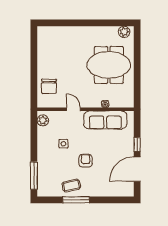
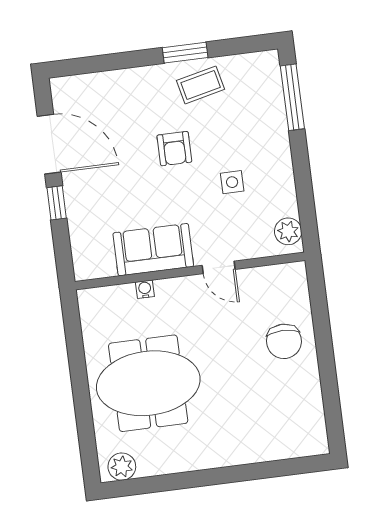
chair: (49, 86) -> (284, 341), moved, turned 180
sofa: (105, 120) -> (153, 250), width x0.73
door: (137, 169) -> (49, 144), hinge flipped
window: (76, 200) -> (185, 53), width x0.69

